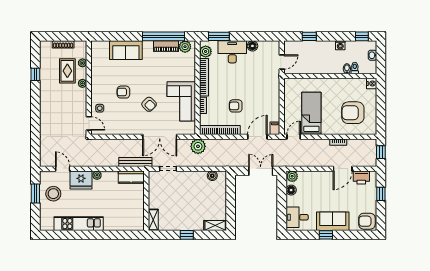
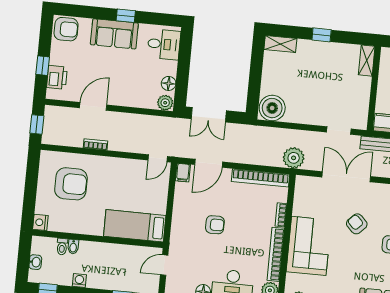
corner sofa: (181, 101) -> (309, 246), moved
armchair: (236, 106) -> (215, 225), moved
bed: (311, 113) -> (135, 226), moved, turned 90
boiler: (212, 176) -> (272, 108), width x1.86, depth x1.86
printer: (361, 177) -> (57, 77), moved, turned 90

